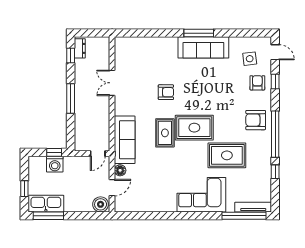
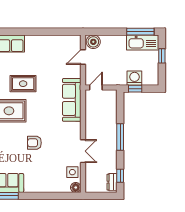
side table: (124, 59) -> (72, 172), added
rug: (165, 133) -> (23, 84), moved, turned 90
floor lamp: (120, 170) -> (76, 187), moved

